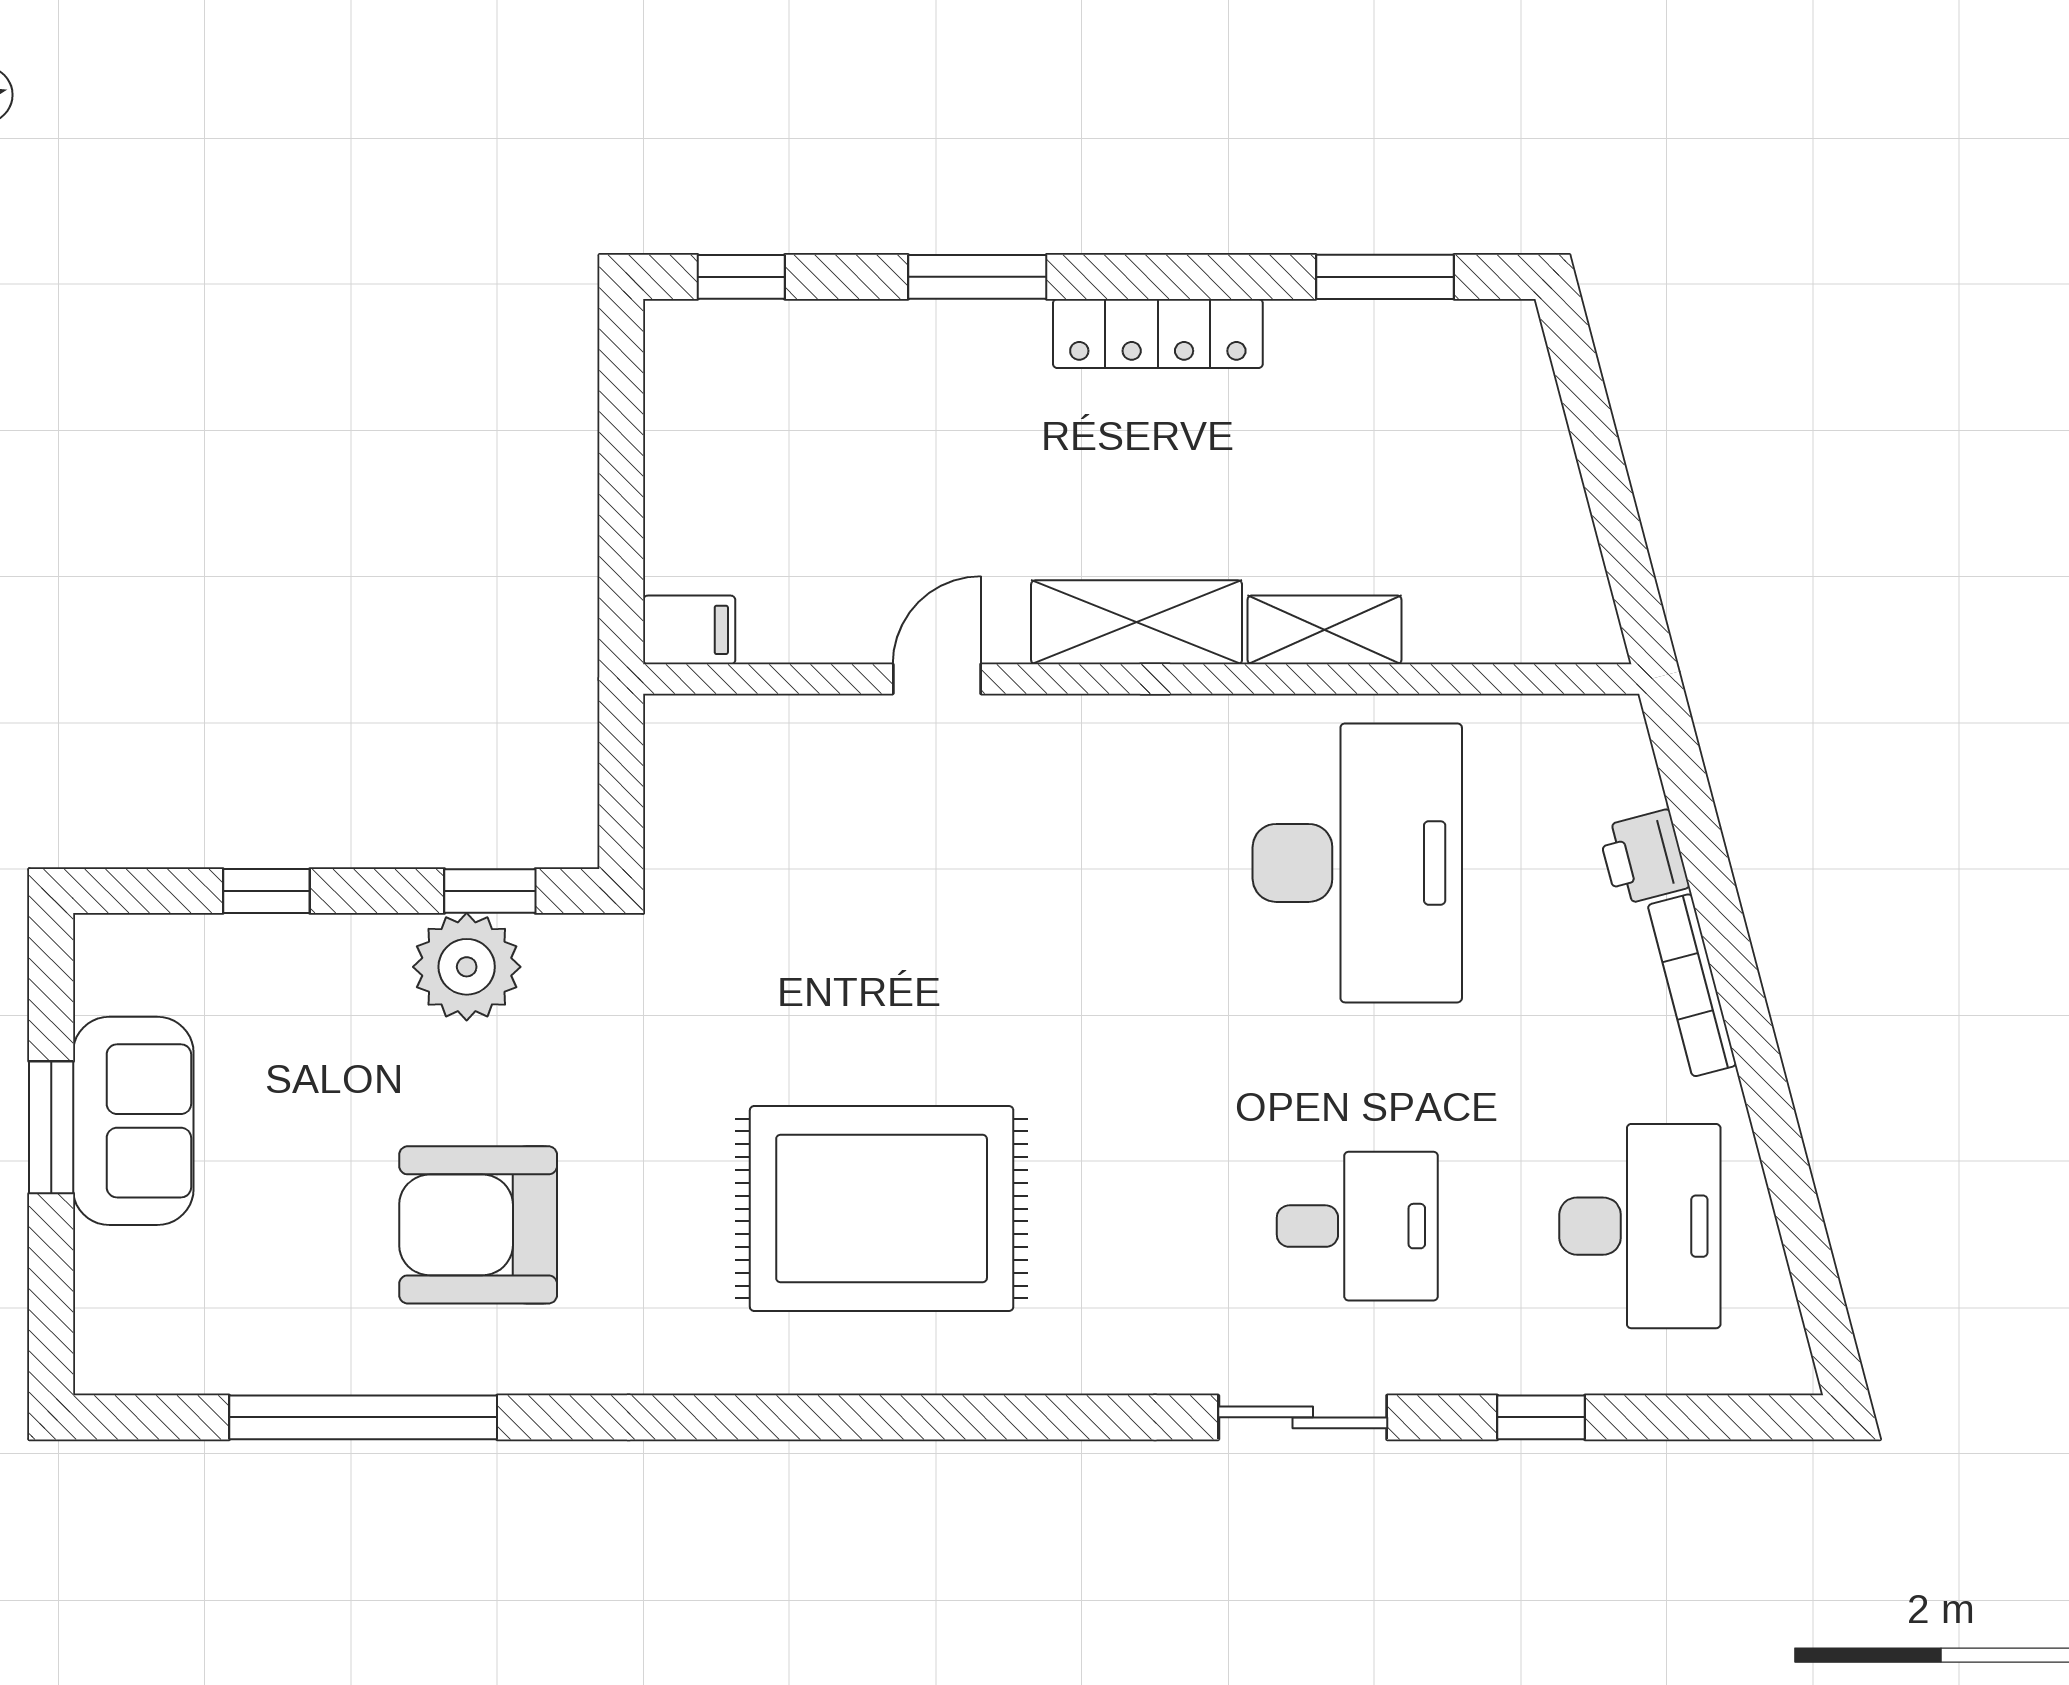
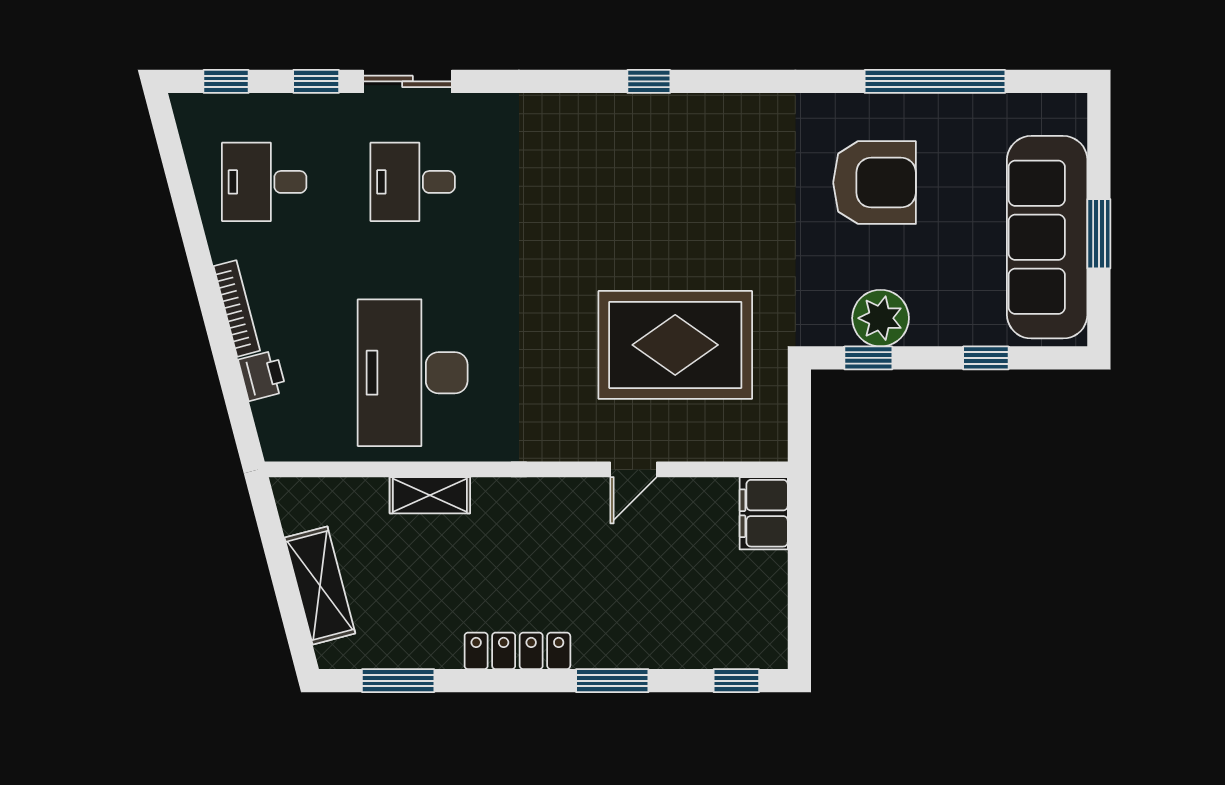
shelving: (1137, 622) -> (320, 585), moved, turned 75
filing cabinet: (689, 630) -> (764, 513), width x2.00
sofa: (133, 1121) -> (1047, 237), width x1.85, depth x1.27
rug: (882, 1209) -> (675, 345), moved
desk: (1640, 1226) -> (264, 182), width x0.73
window: (908, 1417) -> (649, 81), added
sliding door: (1303, 1417) -> (408, 81), moved
window: (1712, 1417) -> (226, 81), added

